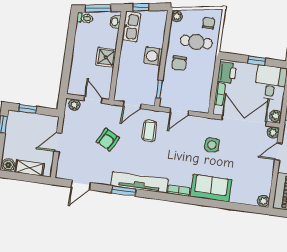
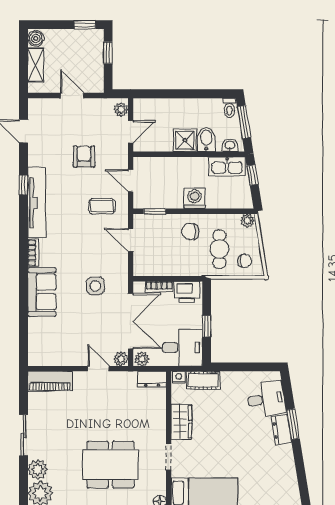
bidet: (108, 40) -> (206, 139), added
armchair: (108, 140) -> (84, 157), turned 62
window: (124, 191) -> (23, 185), width x0.67
plant: (263, 201) -> (35, 359), removed

